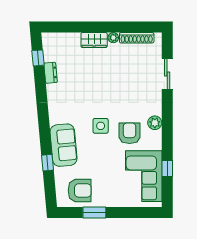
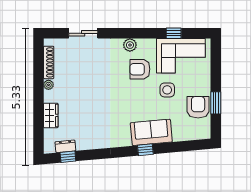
wardrobe: (94, 40) -> (51, 115), moved
dresser: (51, 73) -> (65, 146), moved
side table: (101, 126) -> (167, 90), moved
window: (48, 163) -> (145, 150), moved
armchair: (80, 190) -> (198, 107), moved

